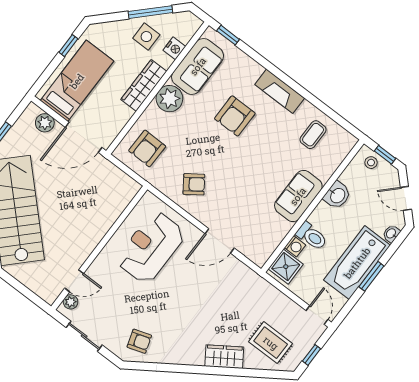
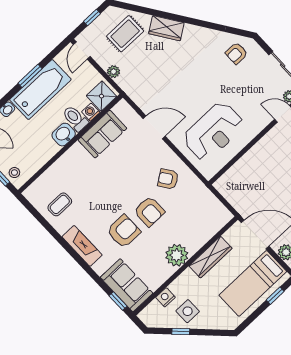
window: (150, 12) -> (181, 331), width x0.46
window: (68, 46) -> (275, 296), moved
sofa: (198, 66) -> (127, 285), moved, turned 90
wardrobe: (144, 85) -> (210, 257), moved
armchair: (147, 148) -> (149, 211), moved, turned 89
washbasin: (337, 195) -> (64, 135), moved
sofa: (298, 196) -> (102, 134), moved
plant: (277, 297) -> (114, 72), added
armchair: (139, 341) -> (236, 53), turned -72
rug: (271, 343) -> (125, 34), turned 90

